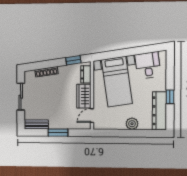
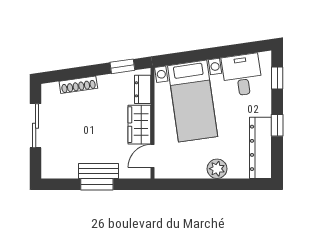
window: (170, 67) -> (277, 78), added
bench: (36, 124) -> (98, 171), moved

